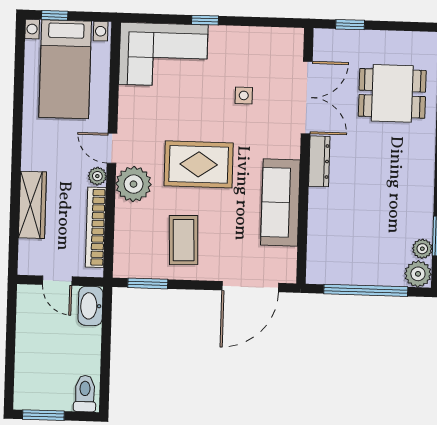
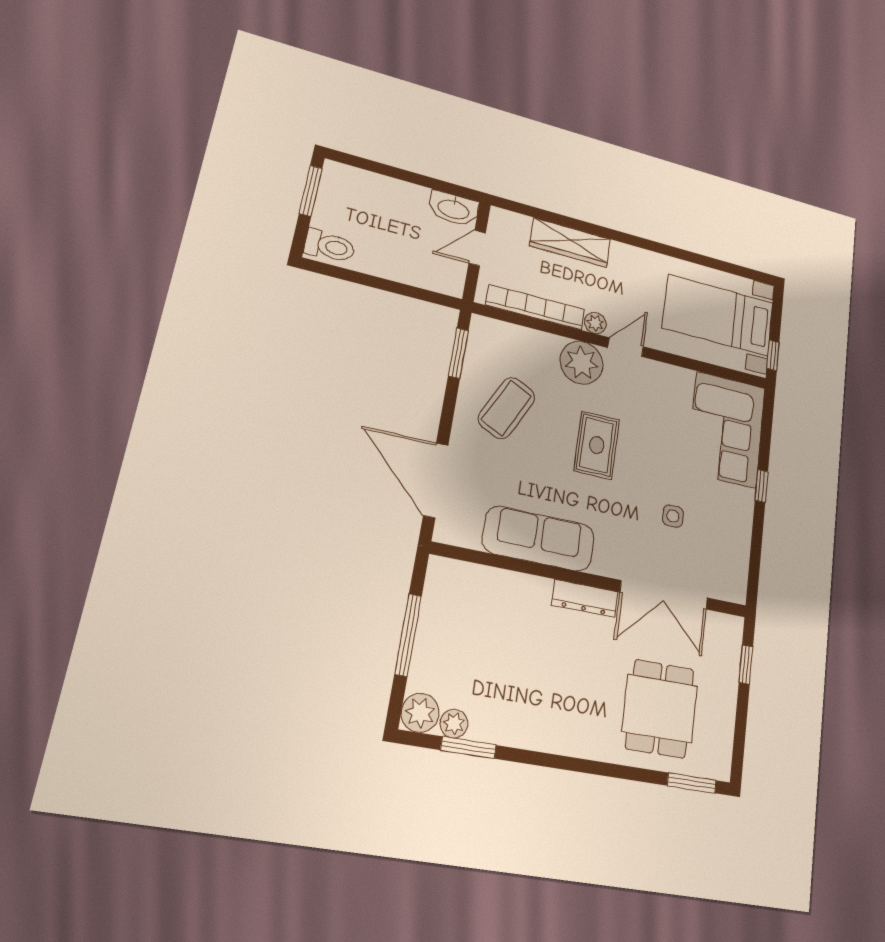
window: (55, 15) -> (773, 356), moved
rug: (199, 164) -> (597, 445), width x0.73, depth x0.70
coffee table: (184, 240) -> (507, 408), turned -62
window: (366, 290) -> (408, 635), width x0.68
washbasin: (90, 306) -> (454, 209), moved, turned 180

